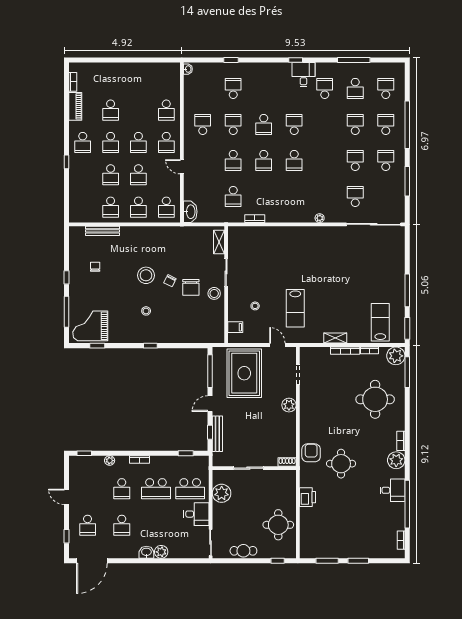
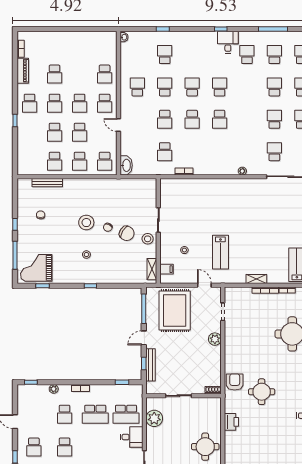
school desk: (355, 88) -> (274, 55), turned 180
school desk: (264, 124) -> (192, 87), turned 180
shelving: (219, 242) -> (152, 269), moved
chair: (191, 287) -> (127, 233), turned -58

